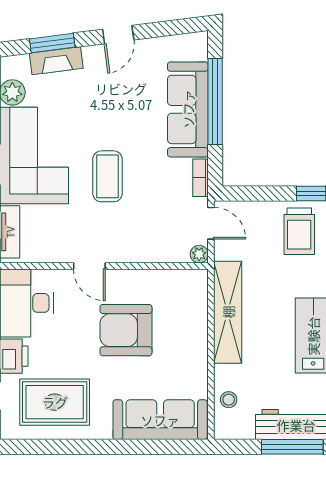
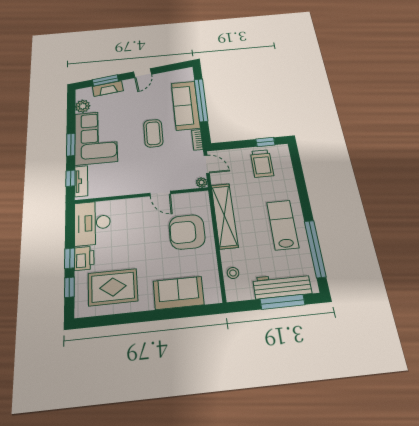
coffee table: (108, 176) -> (153, 133), moved
door: (89, 266) -> (160, 194), moved
armchair: (126, 330) -> (187, 232), moved
sofa: (160, 420) -> (179, 293), width x0.73

